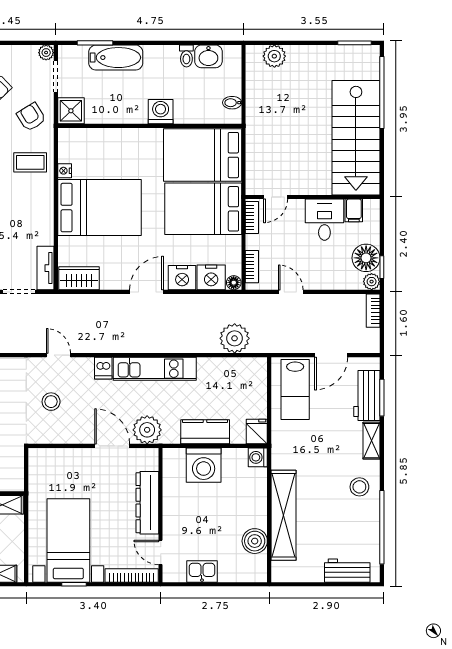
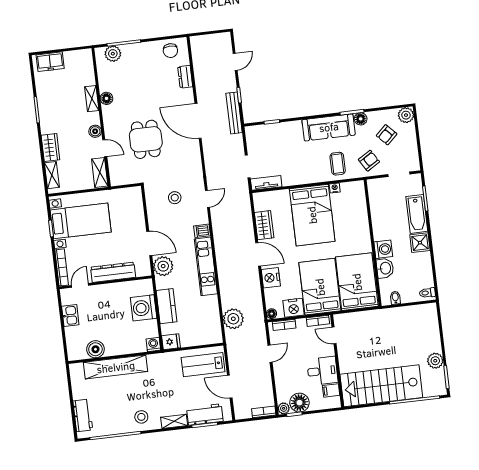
plant: (46, 53) -> (415, 166), removed
toilet: (186, 56) -> (427, 293), moved
washbasin: (208, 56) -> (385, 268), moved, turned 180
plant: (274, 56) -> (435, 361), moved
shower: (71, 111) -> (420, 243), moved
nightstand: (211, 277) -> (294, 308), moved, turned -90
wardrobe: (79, 278) -> (264, 225), moved
door: (112, 446) -> (149, 243), hinge flipped

